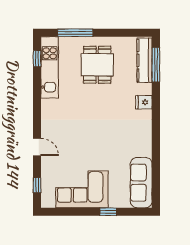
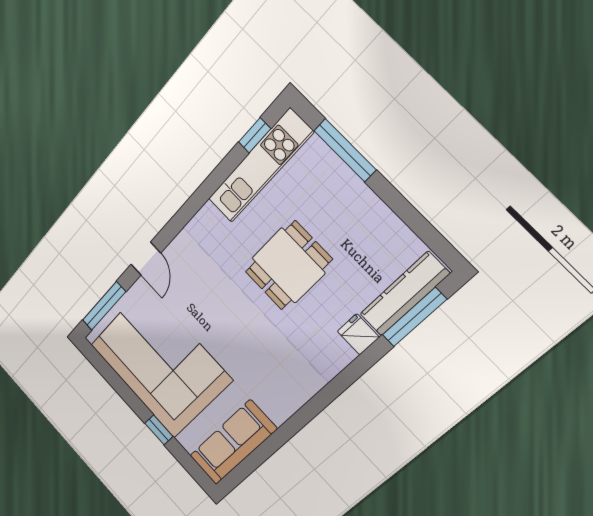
dining table: (97, 65) -> (288, 265), moved
fridge: (144, 102) -> (358, 334), moved
window: (37, 185) -> (104, 306), width x2.17
corner sofa: (82, 189) -> (160, 362), width x1.36, depth x1.36

